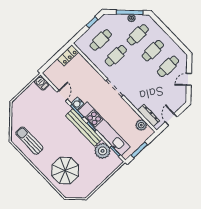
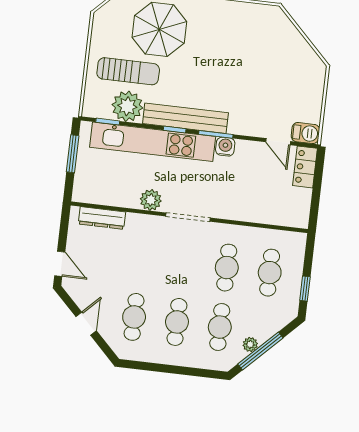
locker: (68, 55) -> (305, 167), moved
door: (62, 96) -> (278, 142), moved
door: (171, 119) -> (60, 264), moved
plant: (141, 125) -> (151, 200), moved
sun lounger: (29, 141) -> (128, 71), moved

